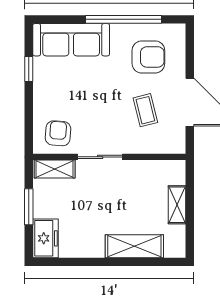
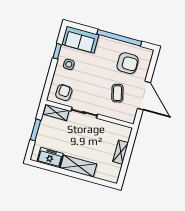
sofa: (71, 40) -> (80, 40), width x0.73
side table: (53, 85) -> (69, 64), added
freezer: (45, 238) -> (50, 157), moved, turned -90
shelving: (134, 246) -> (78, 166), moved

